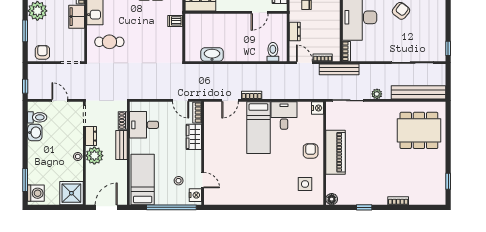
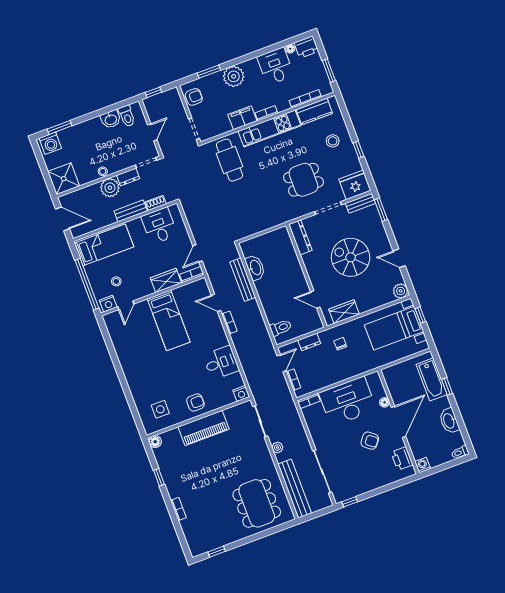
dishwasher: (175, 21) -> (275, 218), removed
cafe table: (109, 42) -> (229, 160), width x1.37, depth x1.35
bench: (339, 69) -> (243, 280), moved
bed: (258, 128) -> (169, 320), moved, turned -90

